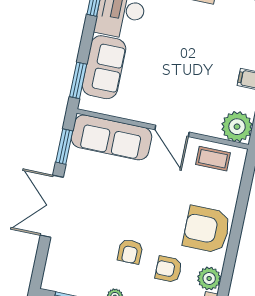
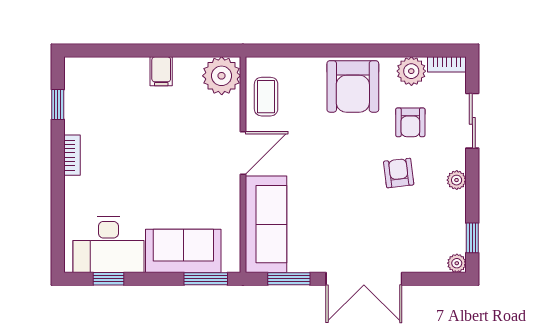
armchair: (130, 252) -> (399, 173), turned -97
plant: (49, 283) -> (457, 263), added

